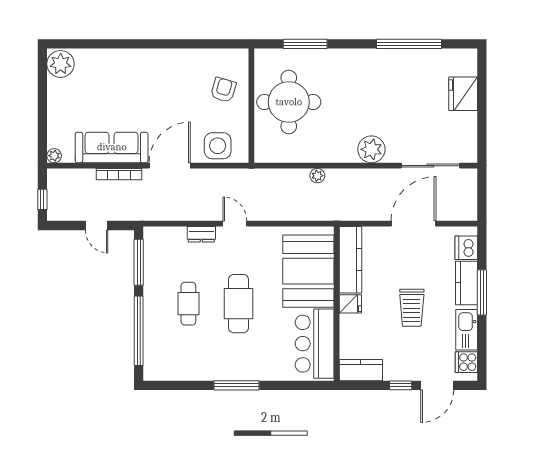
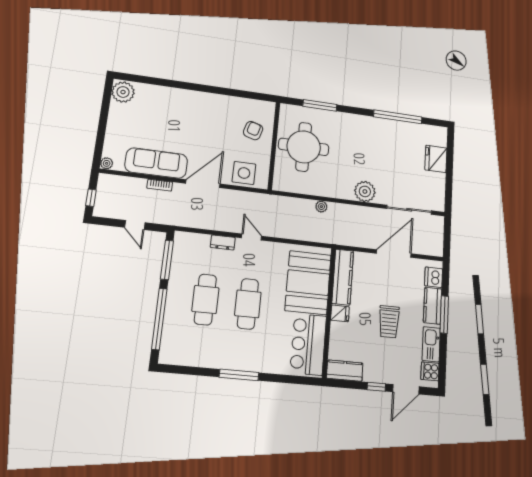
bookcase: (119, 174) -> (160, 185), width x0.64
cafe table: (188, 304) -> (205, 300), width x1.37, depth x1.35

